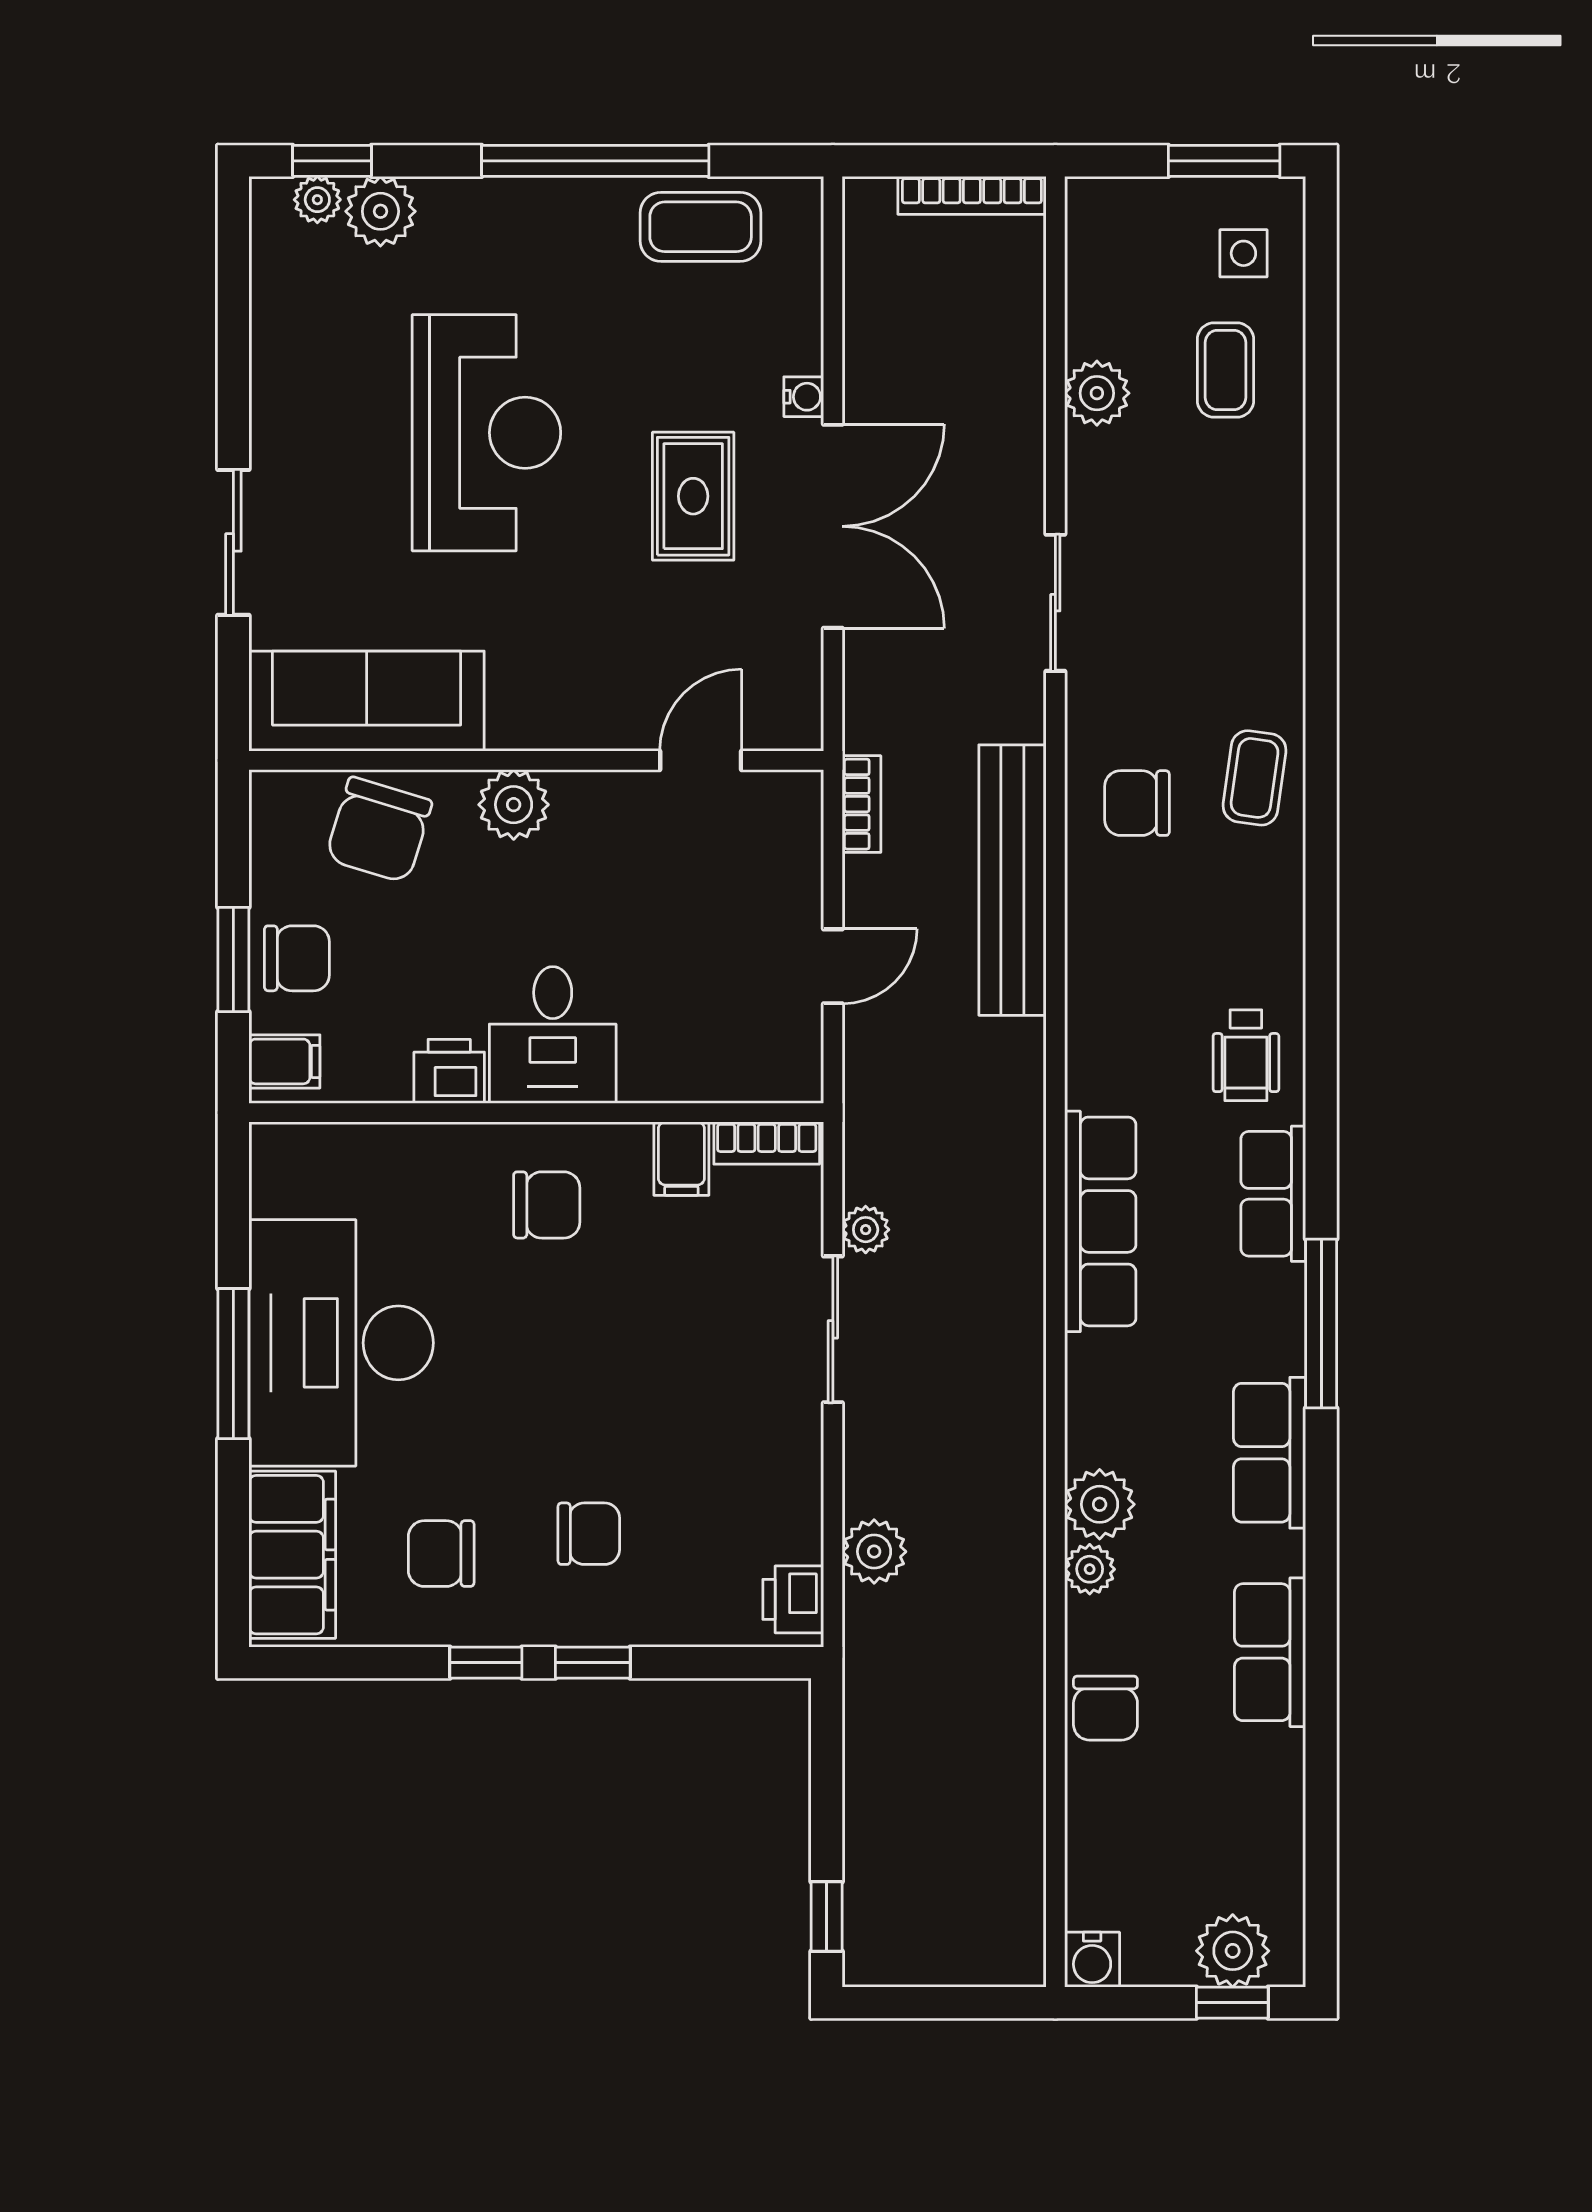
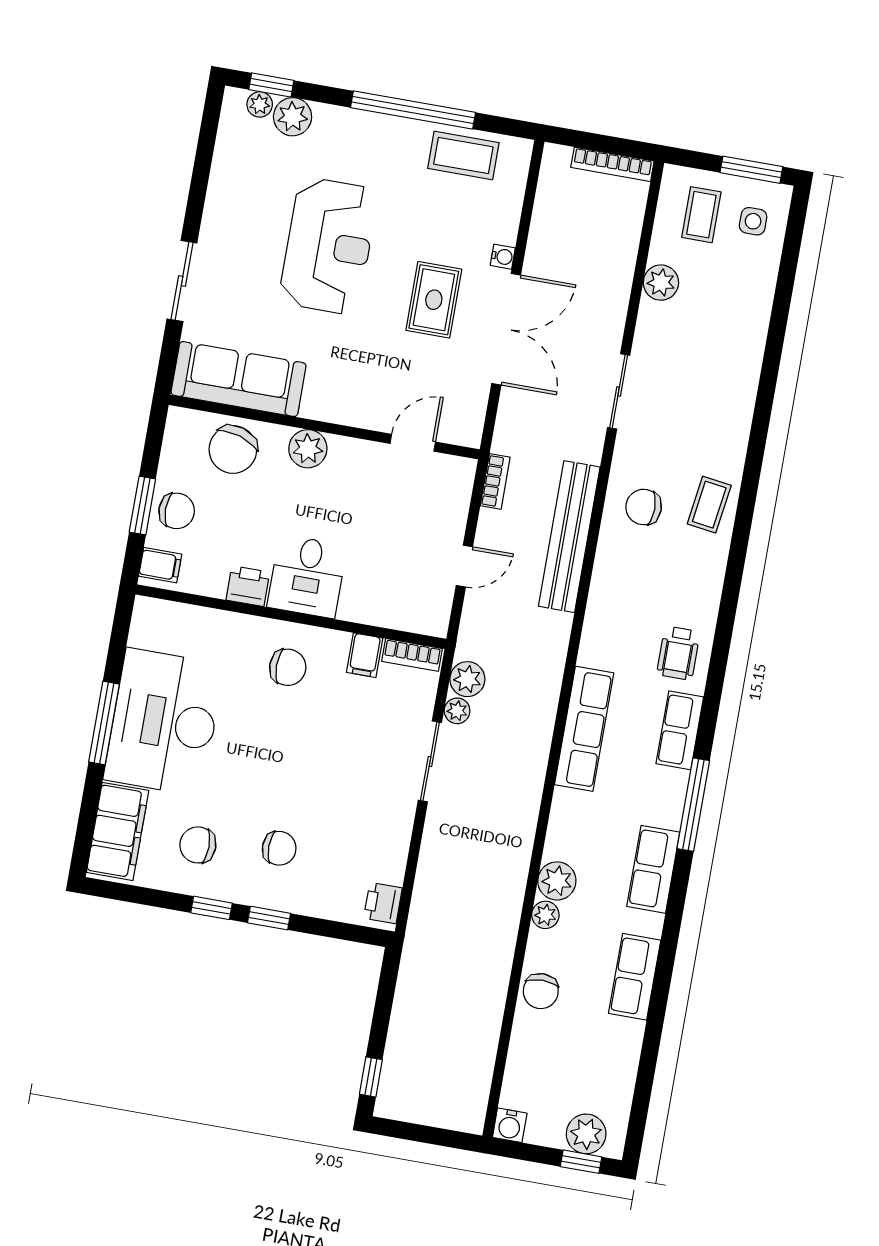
coffee table: (1225, 370) -> (701, 215), moved
plant: (874, 1552) -> (467, 679), moved

